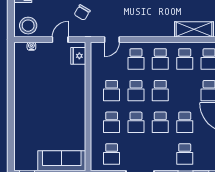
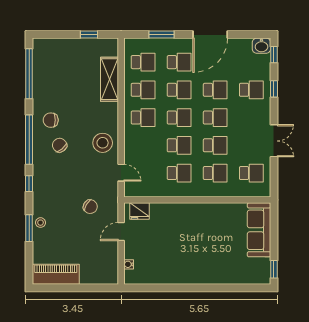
stool: (28, 26) -> (103, 143), moved
door: (60, 40) -> (121, 231), hinge flipped
school desk: (136, 59) -> (179, 90), moved

